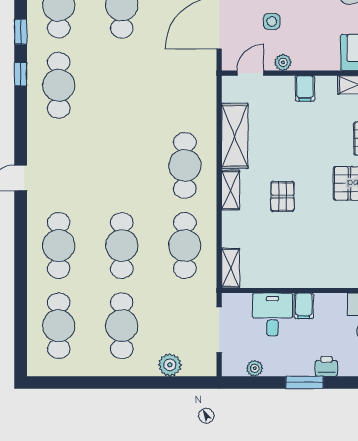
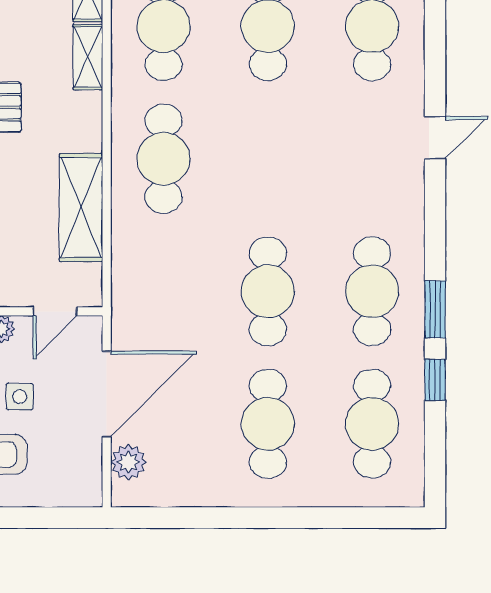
window: (21, 74) -> (435, 309), width x1.50
cafe table: (122, 85) -> (268, 291), added
shelving: (231, 190) -> (88, 57), moved

